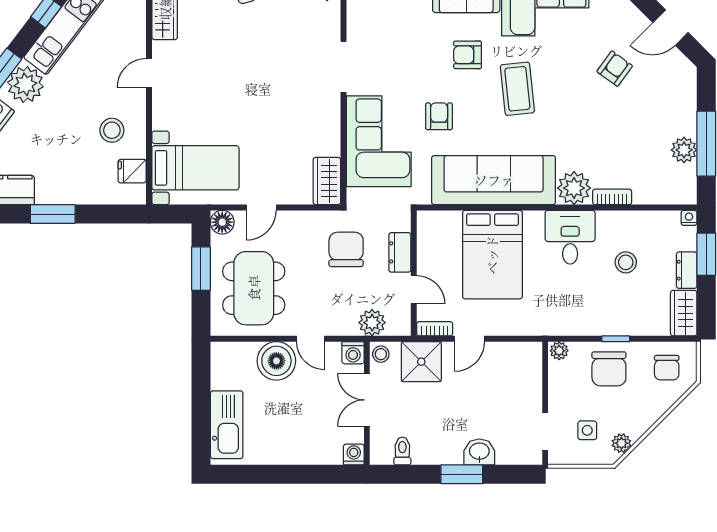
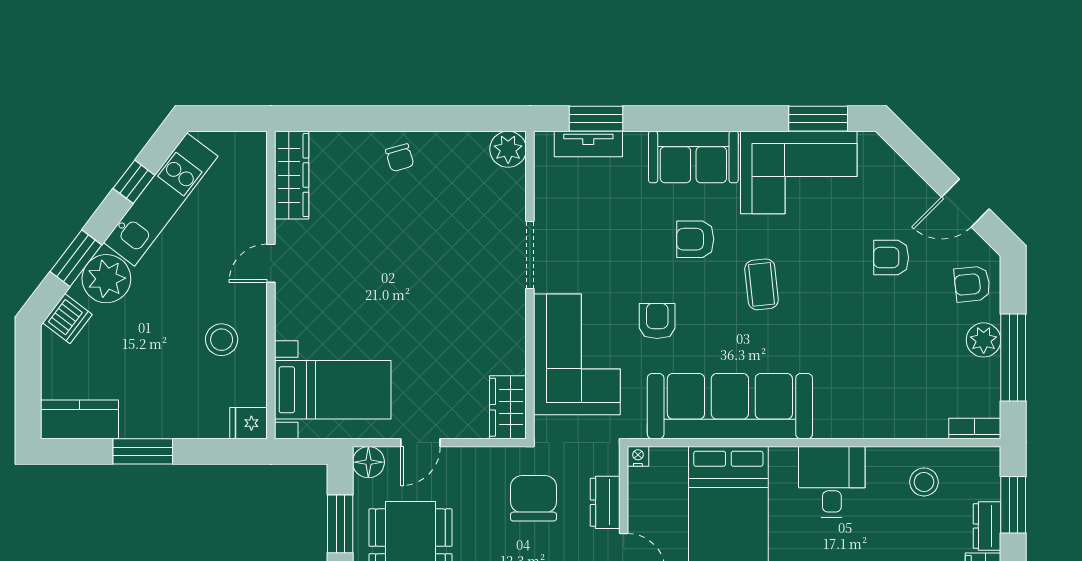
armchair: (615, 69) -> (891, 258), turned -126
armchair: (676, 88) -> (972, 284), added
coffee table: (517, 89) -> (762, 284), width x0.73, depth x0.77
plant: (684, 150) -> (984, 340), moved
fridge: (132, 171) -> (248, 423), moved
plant: (574, 188) -> (837, 417), removed
bookcase: (612, 197) -> (975, 428), moved
nightstand: (689, 218) -> (638, 456), moved
stool: (626, 262) -> (924, 482), moved

